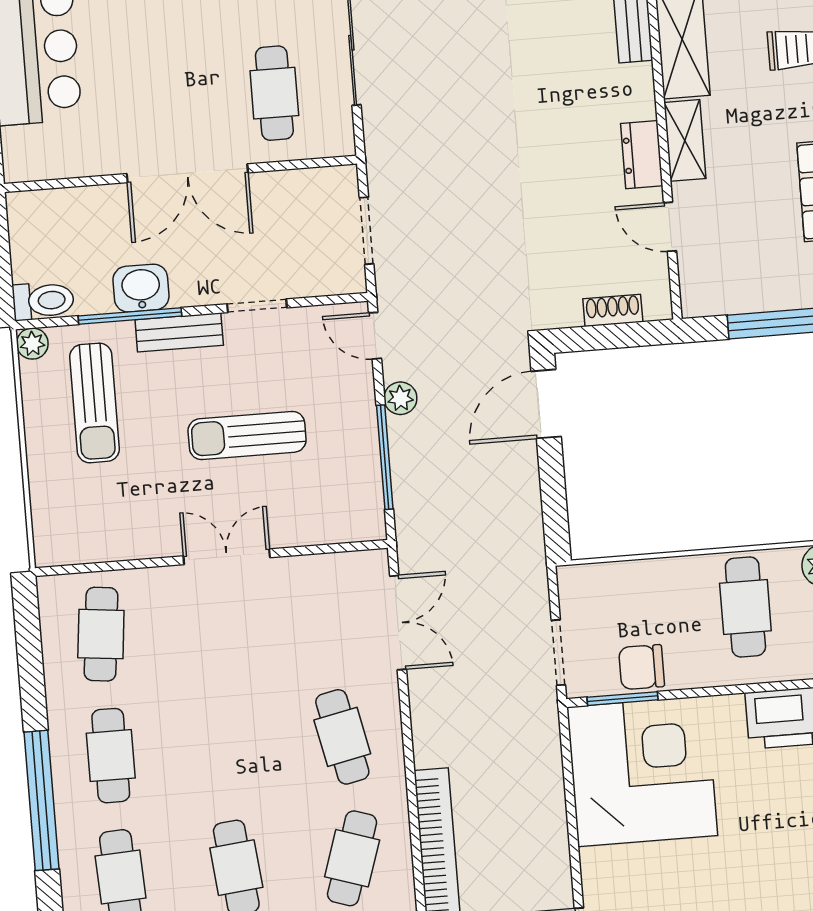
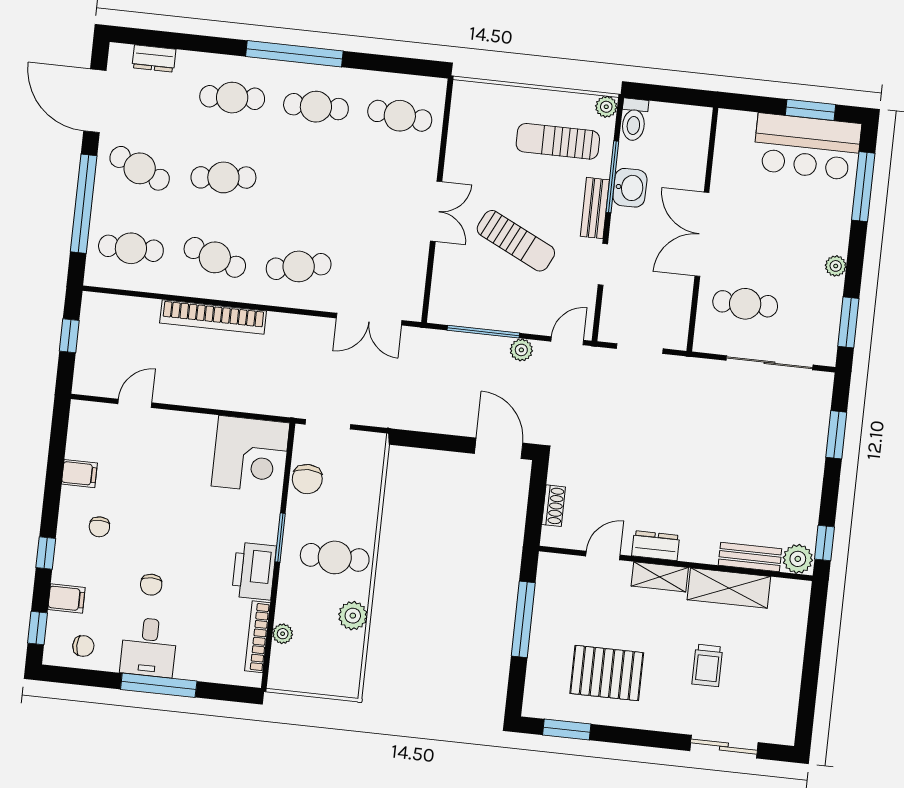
sun lounger: (247, 435) -> (516, 241), turned 116
chair: (642, 667) -> (307, 479), turned 180
window: (623, 699) -> (280, 538), moved
corner desk: (642, 771) -> (251, 455), width x0.74, depth x0.74

